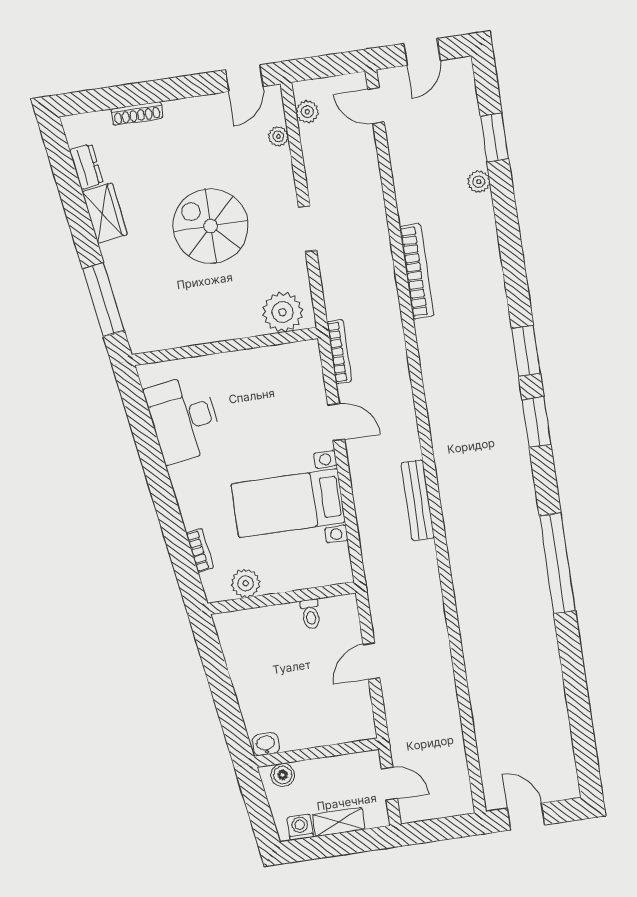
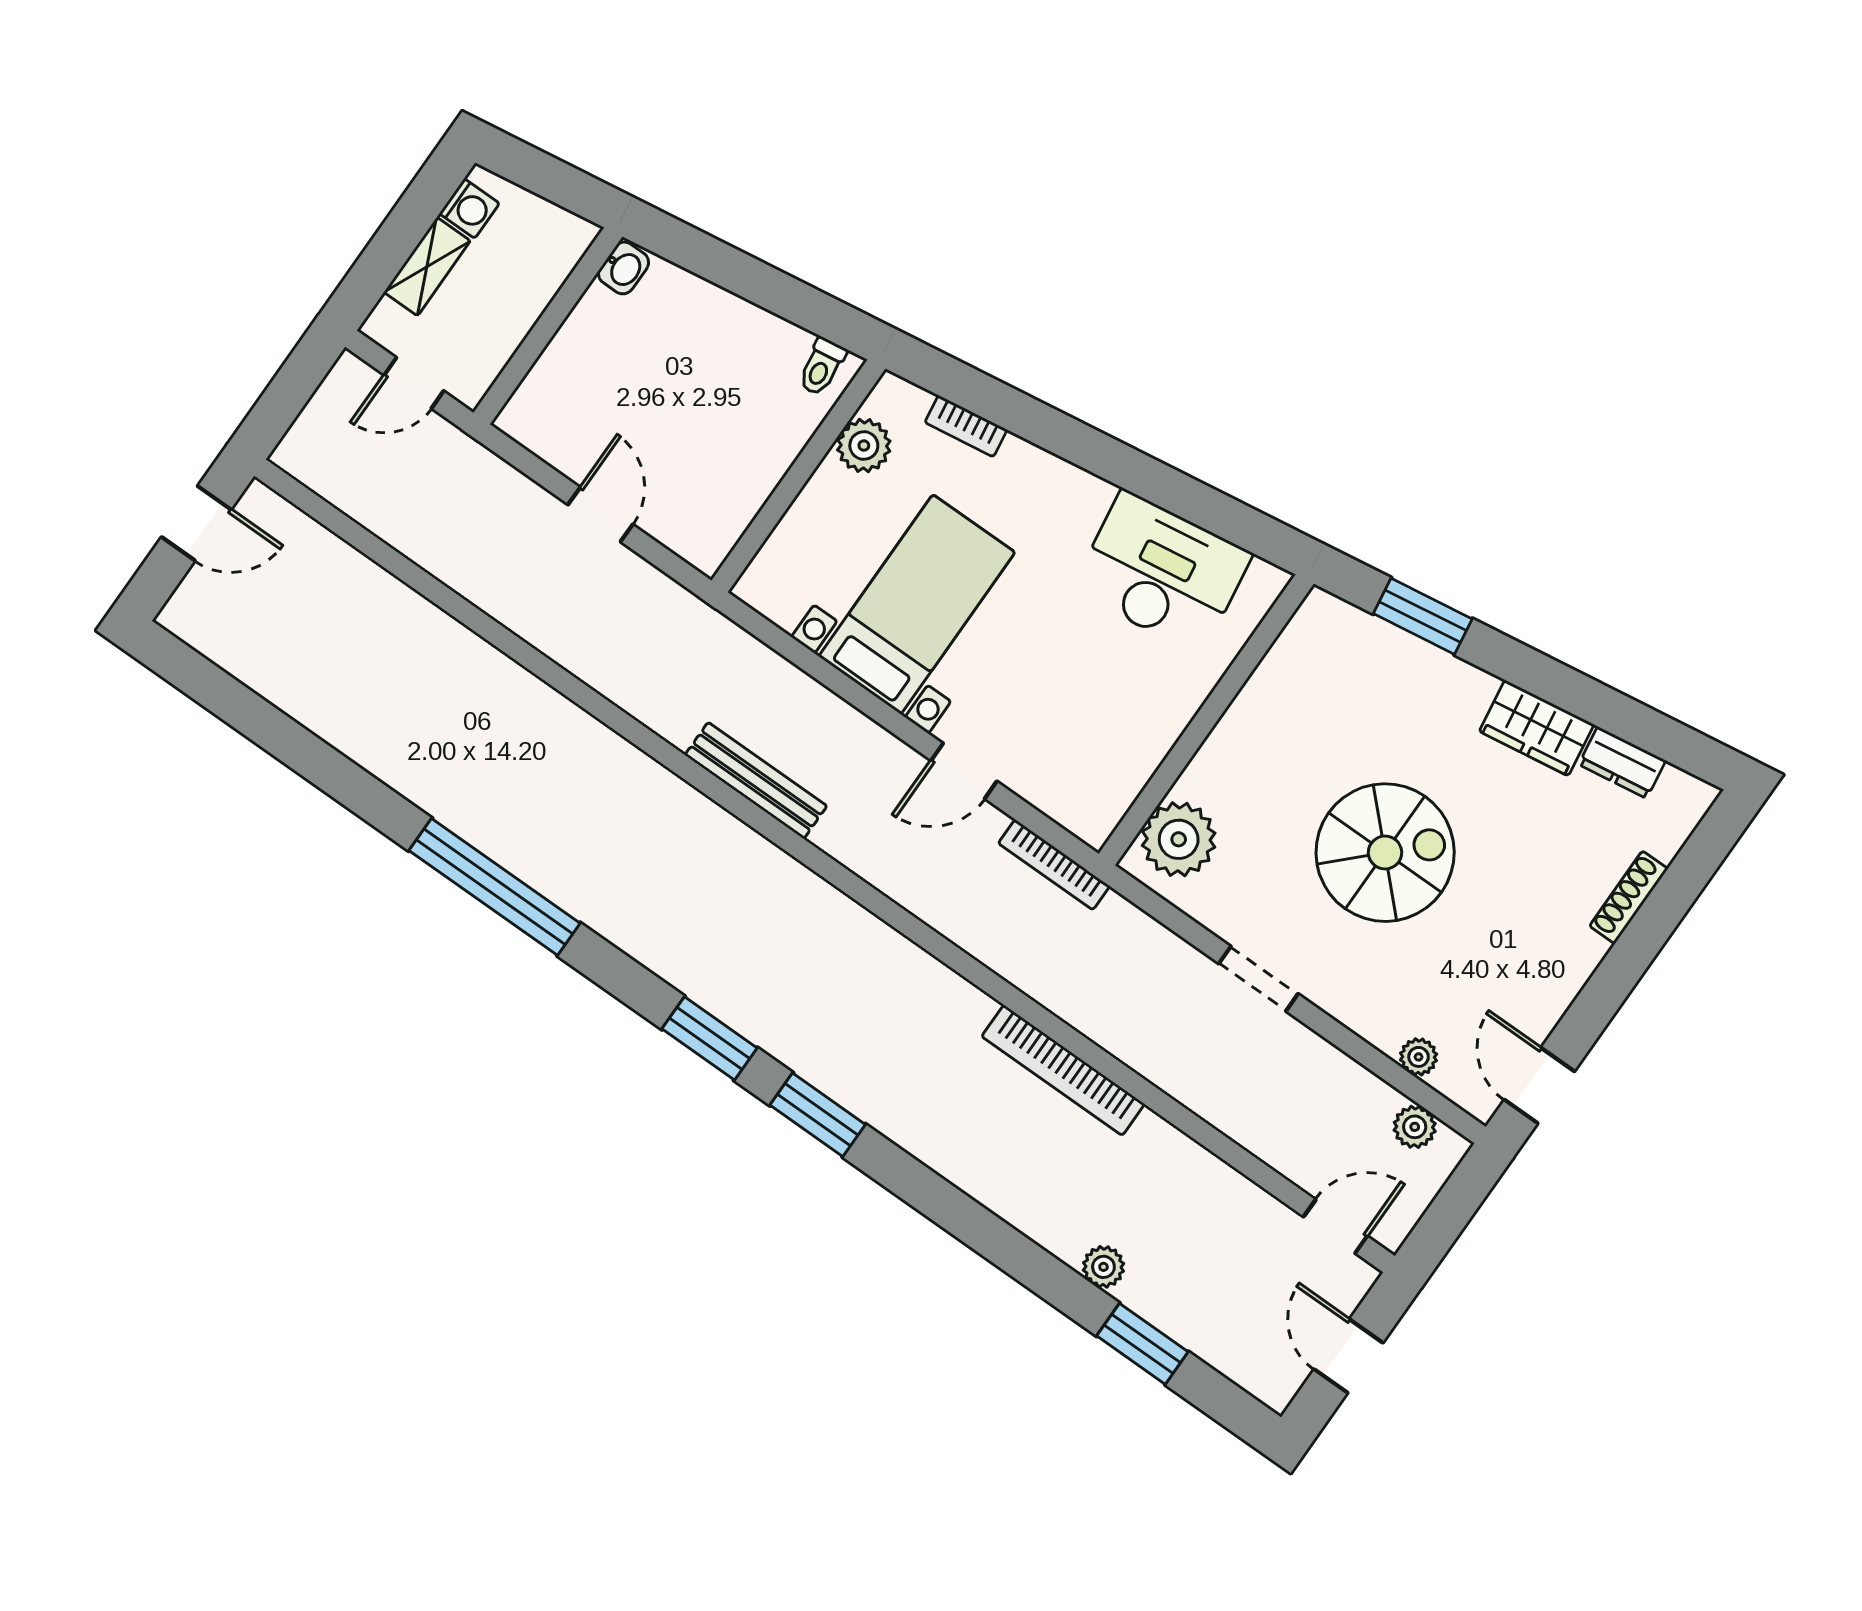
window: (103, 300) -> (1423, 616), width x0.69
toilet: (311, 614) -> (822, 367), moved, turned -99
boiler: (283, 775) -> (561, 252), removed

